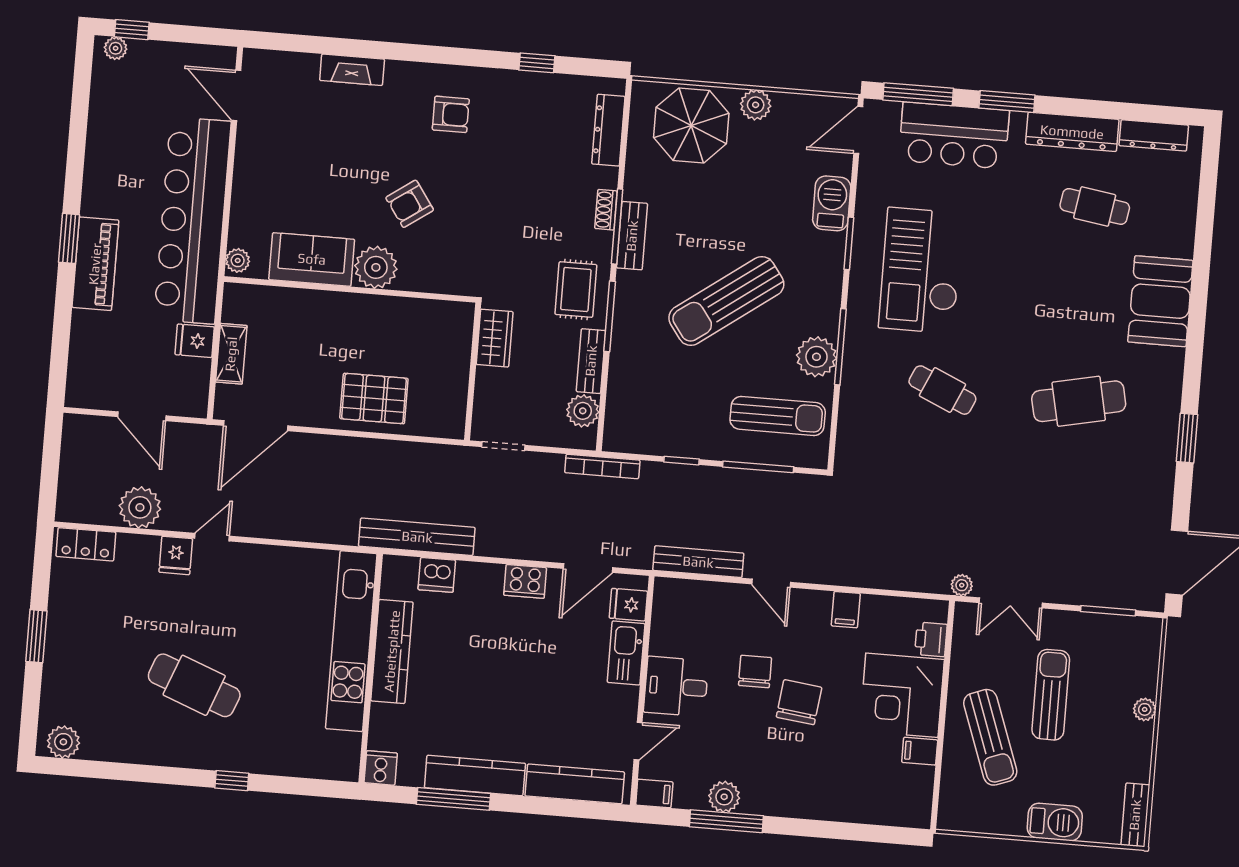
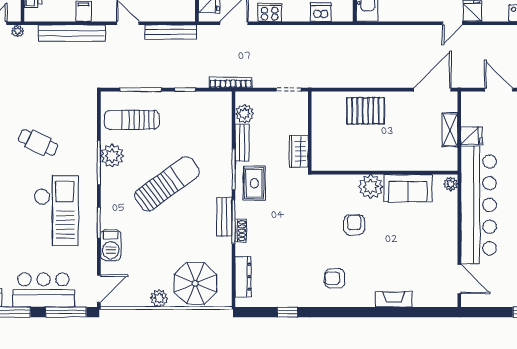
armchair: (410, 204) -> (354, 225), turned -55
plant: (140, 507) -> (495, 37), removed
bench: (417, 537) -> (72, 33), moved

